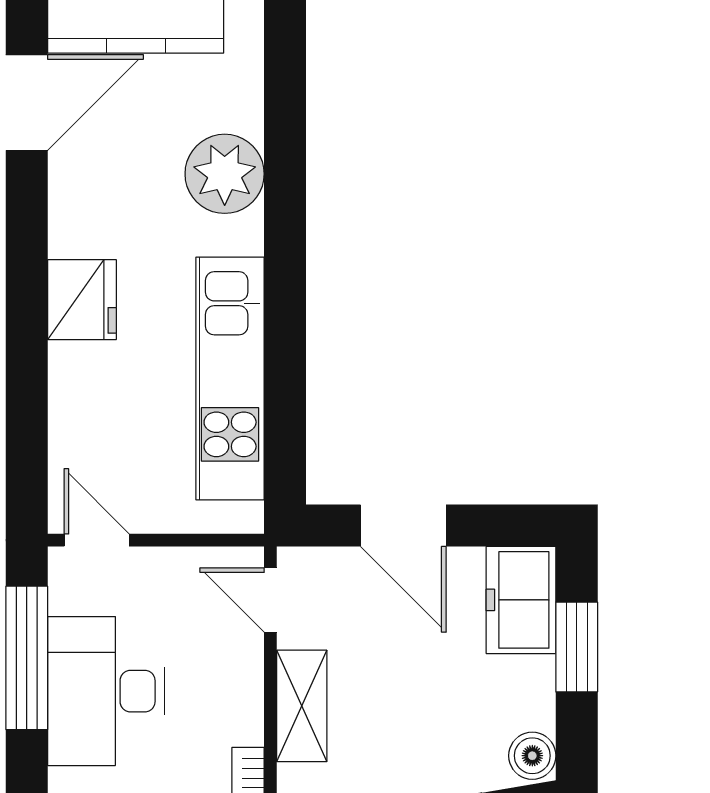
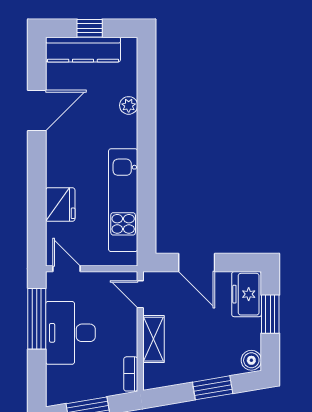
door: (27, 103) -> (37, 110), moved
plant: (225, 174) -> (129, 105), width x0.53, depth x0.53
fridge: (82, 300) -> (60, 204), moved

